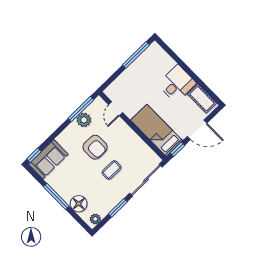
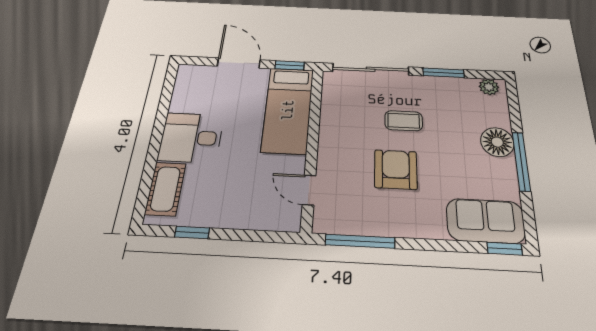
window: (136, 55) -> (192, 233), width x0.46
cot: (202, 99) -> (165, 189), moved
door: (116, 109) -> (309, 190), swing flipped
plant: (84, 120) -> (372, 221), removed
floor lamp: (79, 204) -> (497, 142), moved

